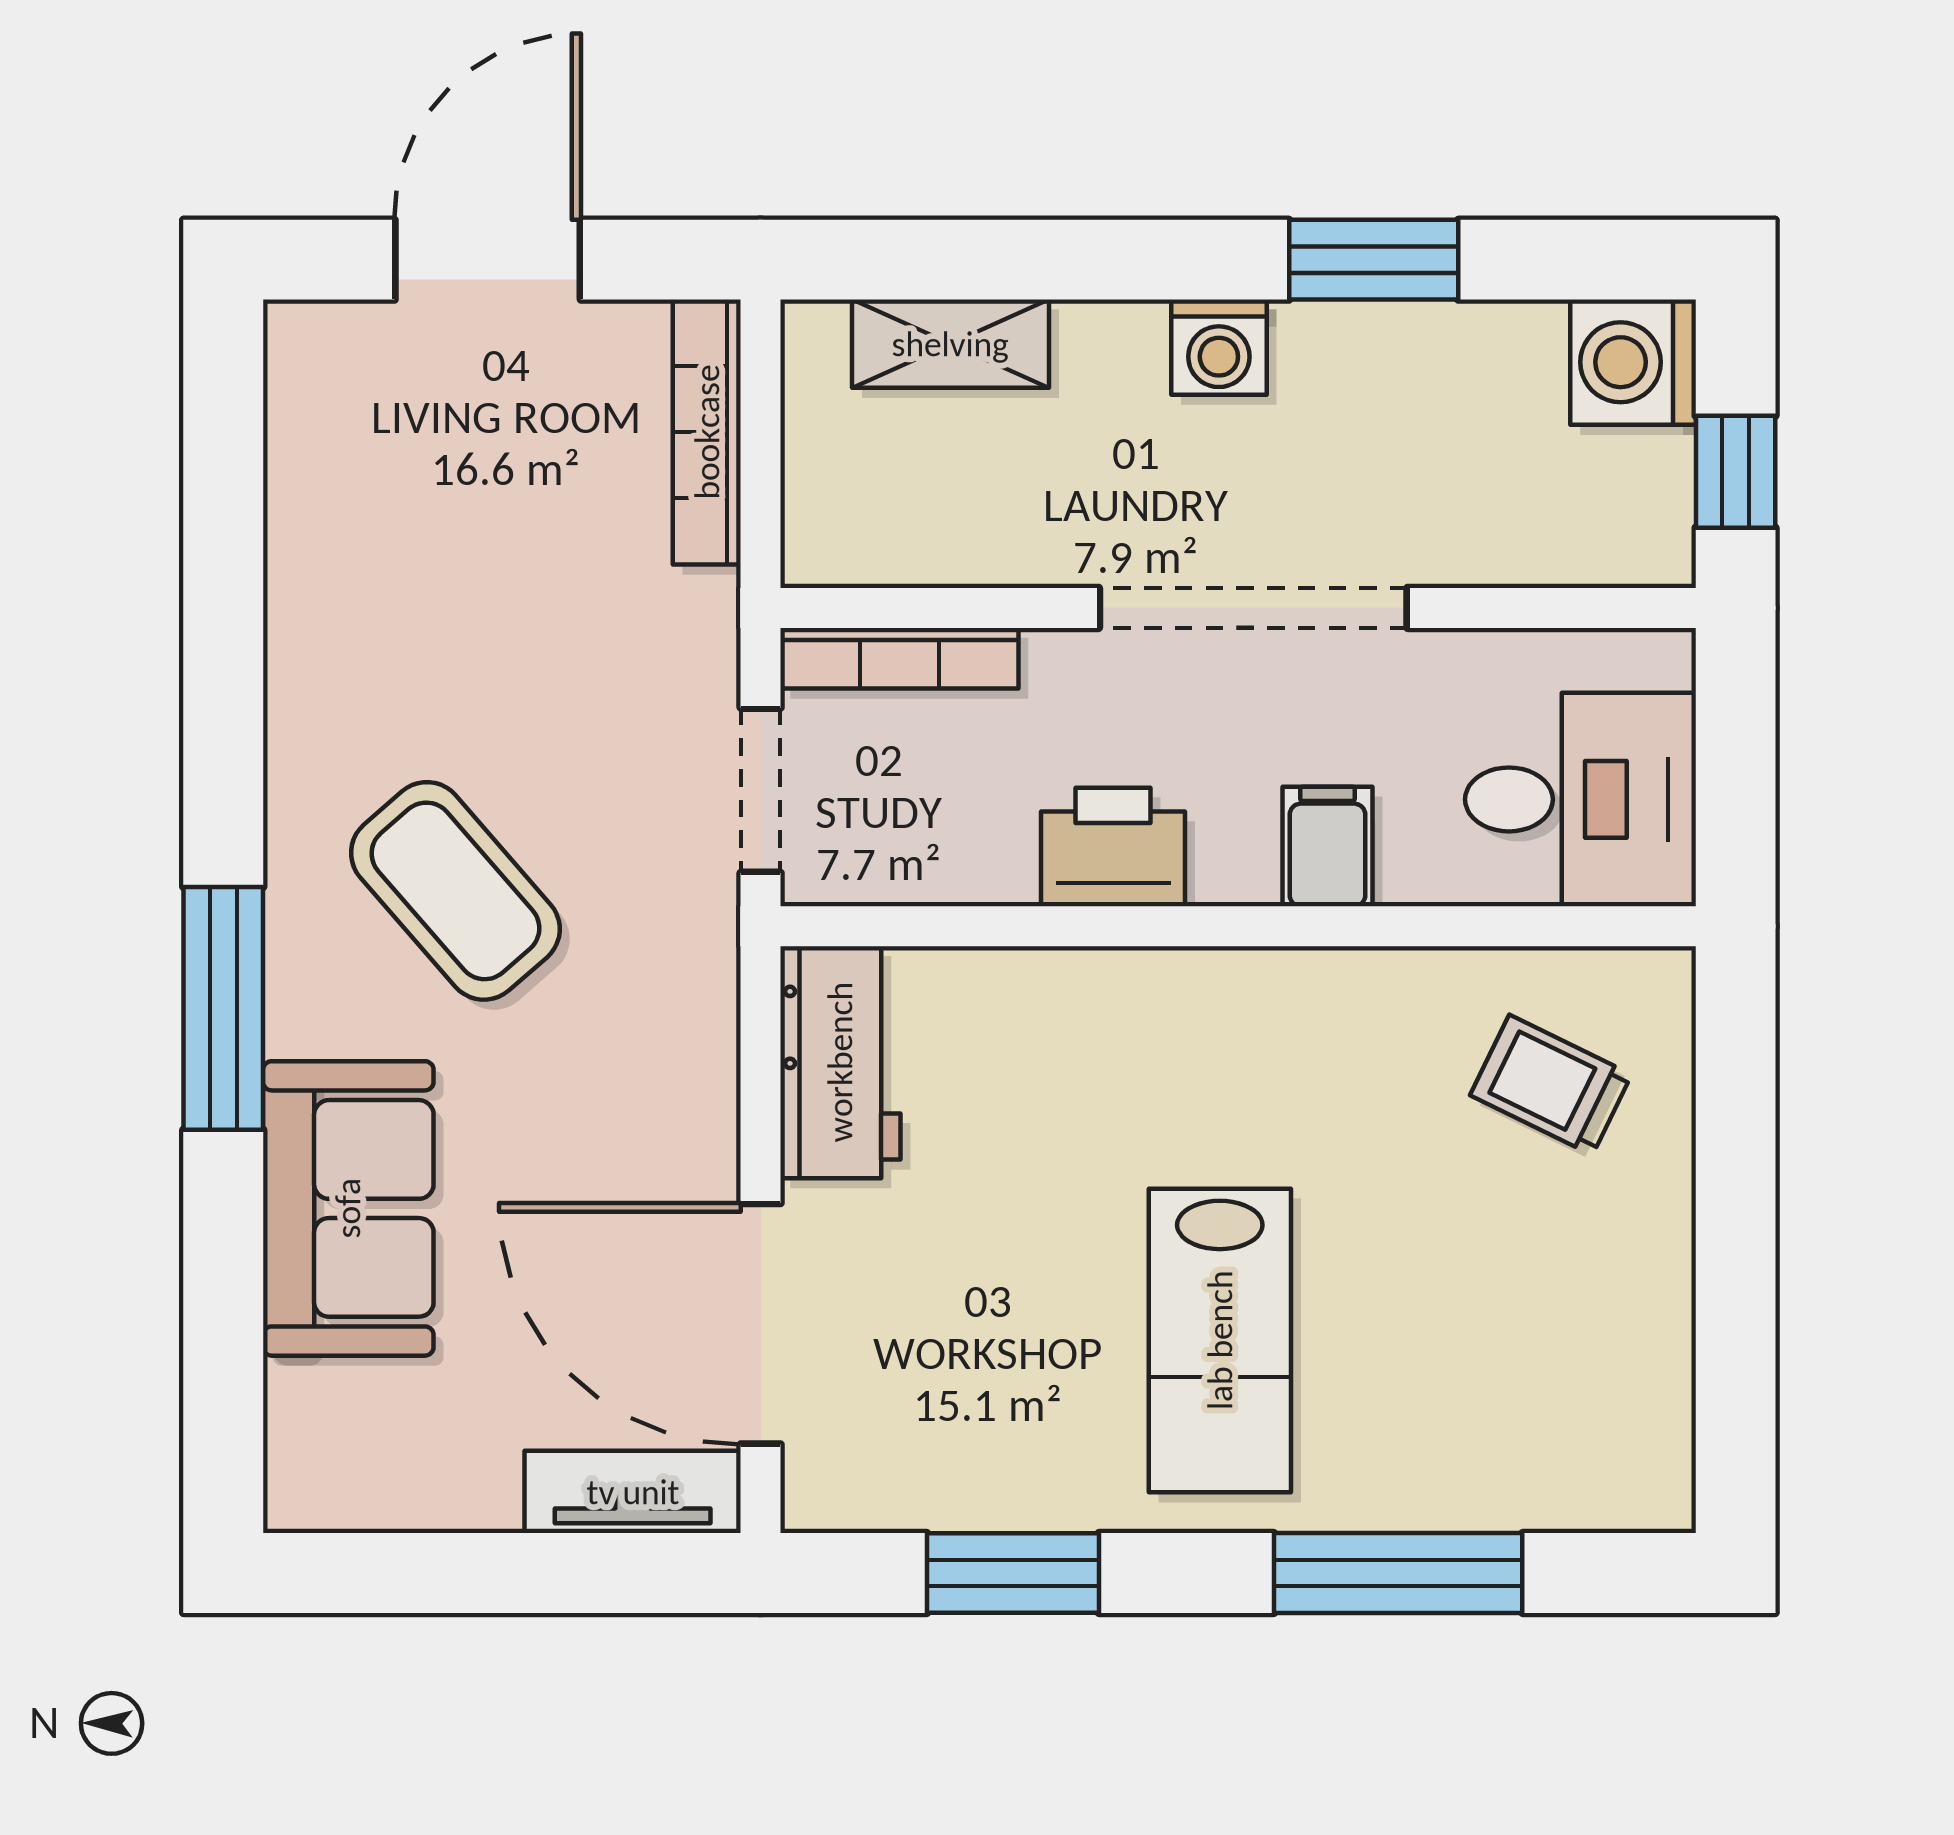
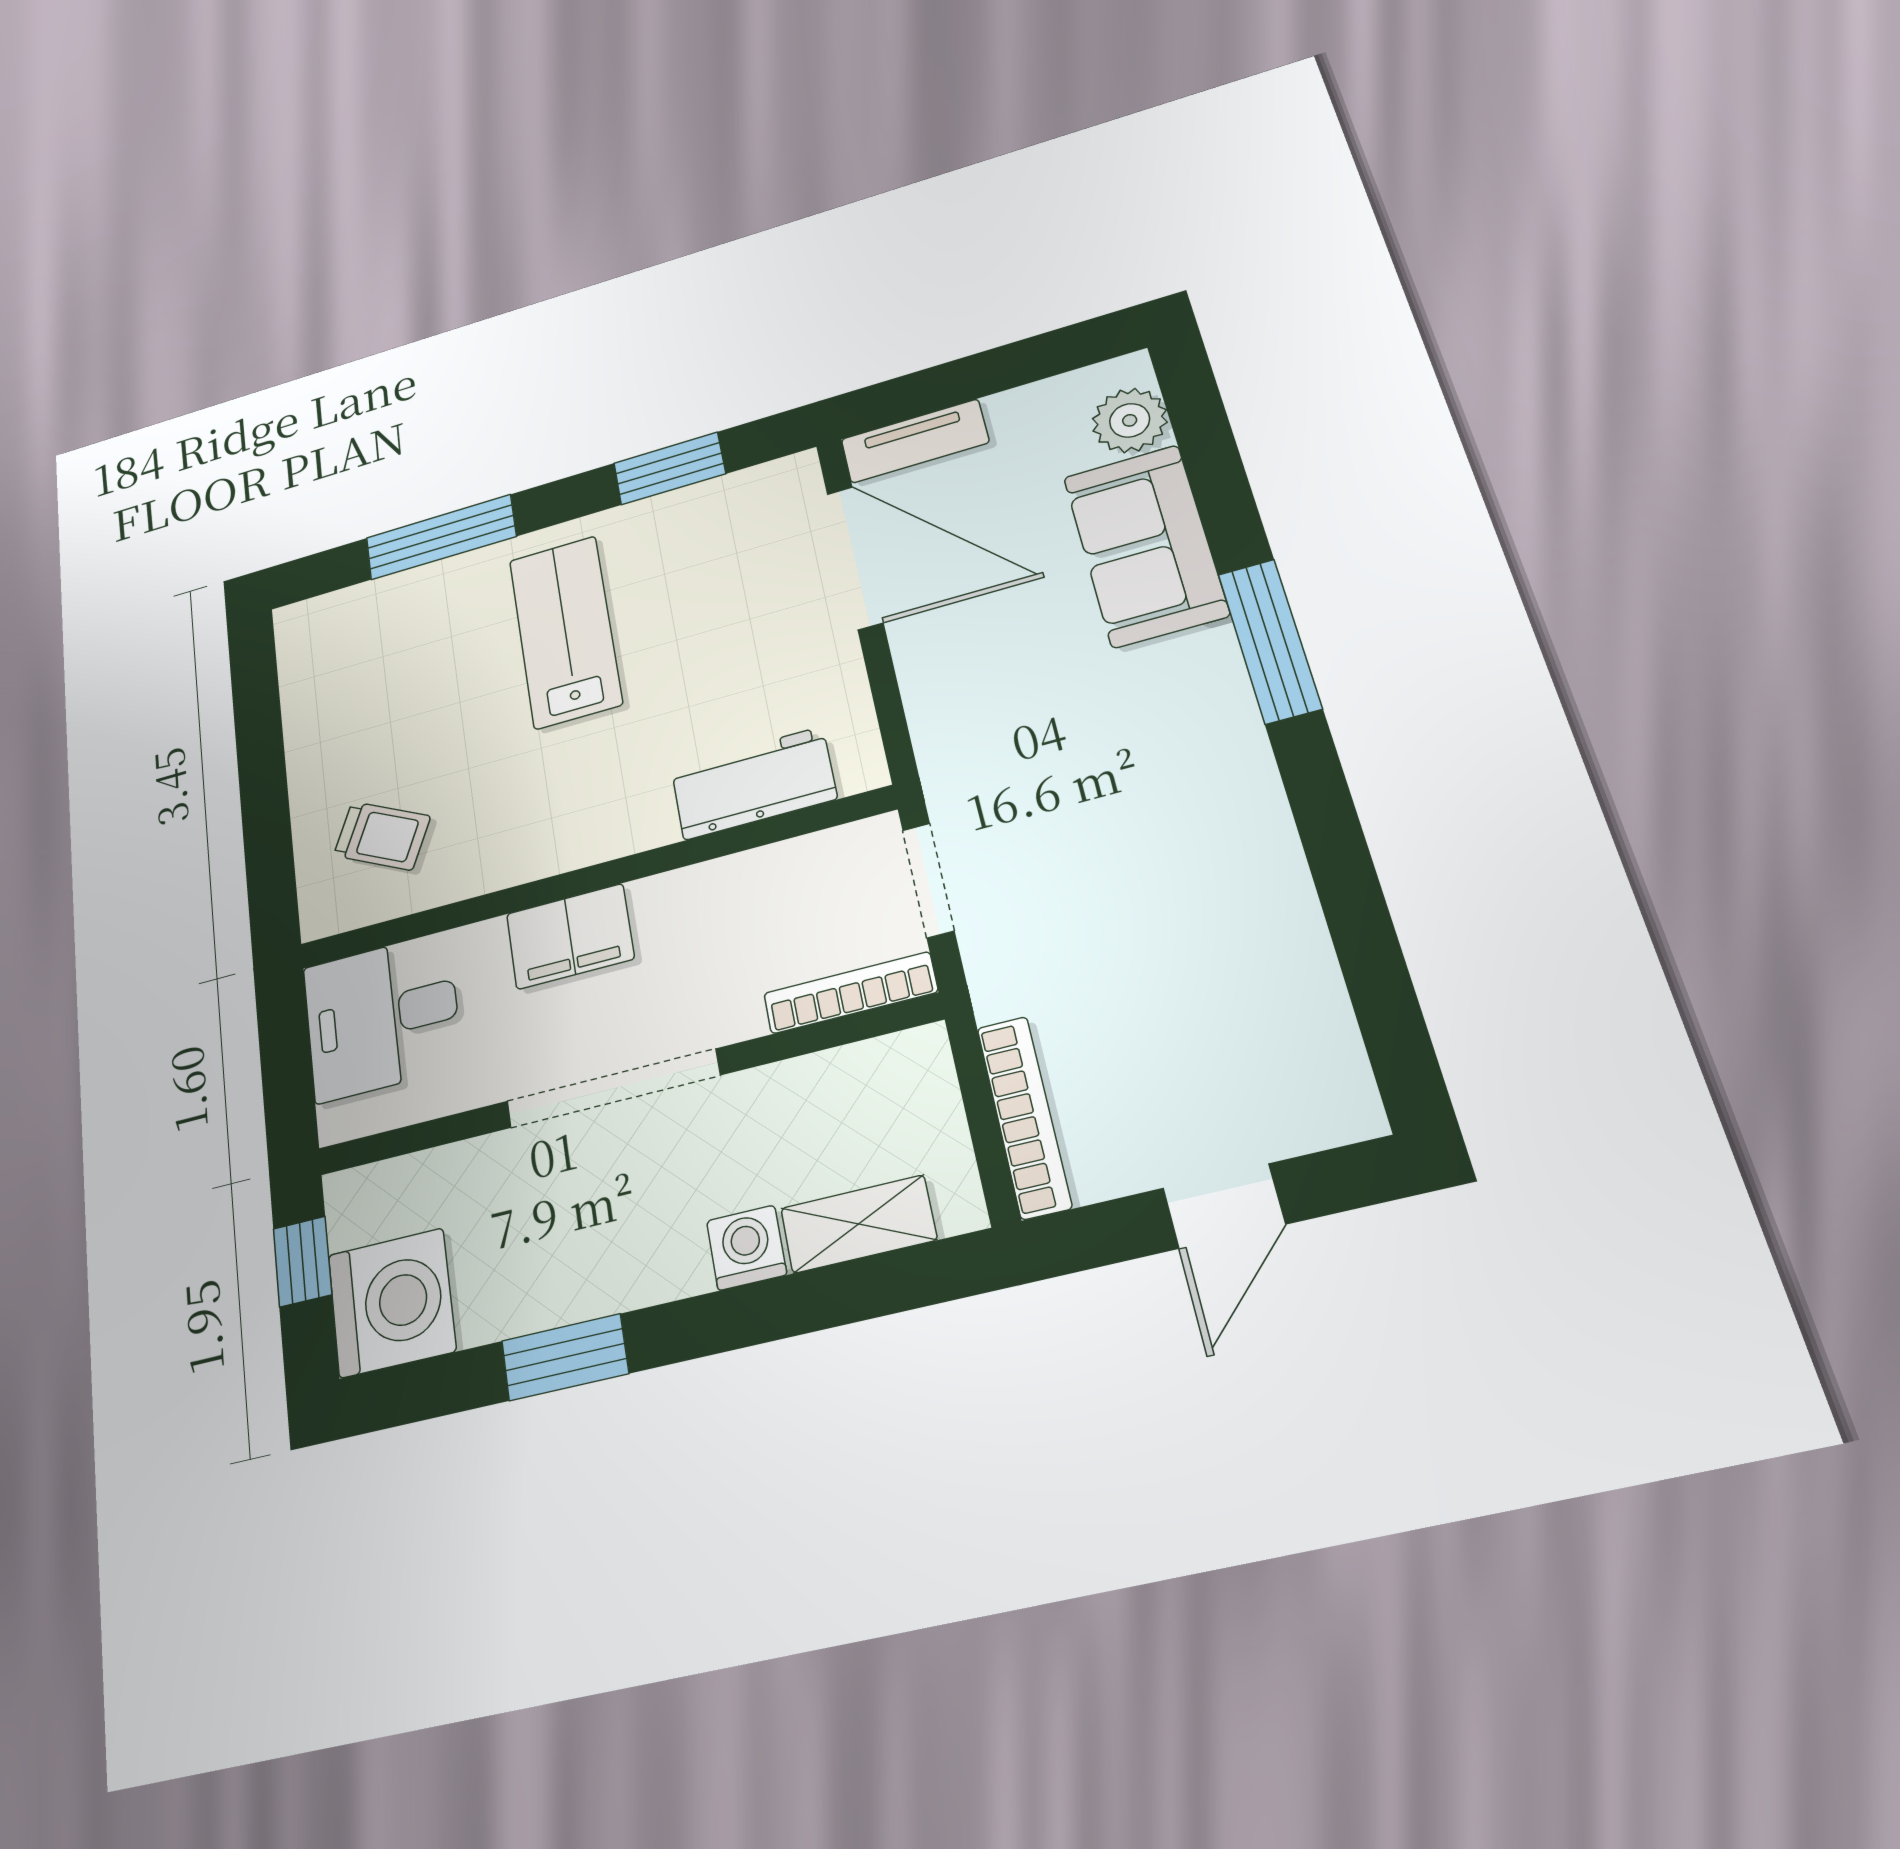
door: (488, 260) -> (1224, 1206), width x0.73
washing machine: (1219, 347) -> (746, 1248), moved
washing machine: (1633, 362) -> (392, 1303), width x1.37, depth x1.37
printer: (1113, 847) -> (681, 907), removed
filing cabinet: (1327, 847) -> (570, 936), width x2.00
coffee table: (455, 891) -> (1126, 759), removed
workbench: (840, 1062) -> (753, 783), moved, turned 90
plant: (319, 1419) -> (1130, 420), added

